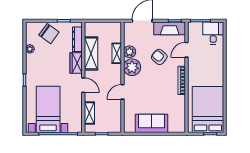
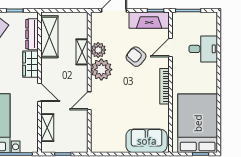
desk: (213, 33) -> (203, 49), moved, turned 90
shelving: (91, 53) -> (49, 37), moved
sofa: (152, 123) -> (147, 141), moved

